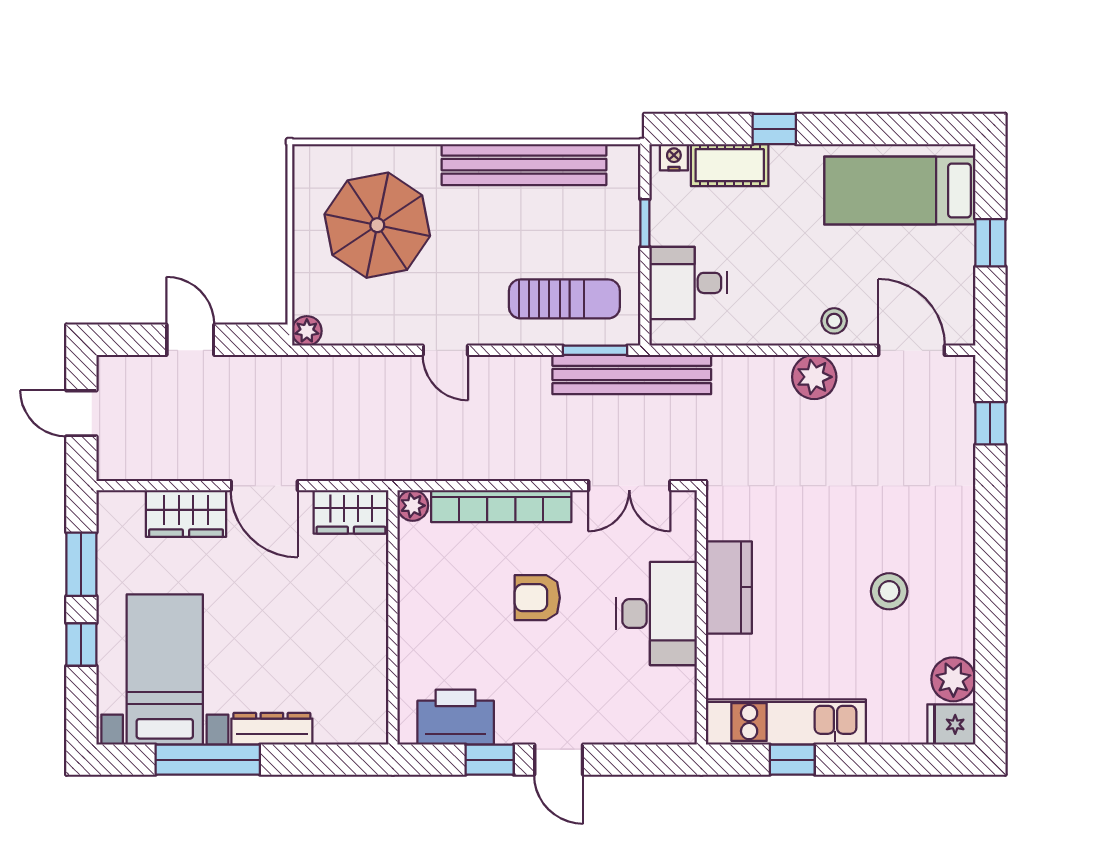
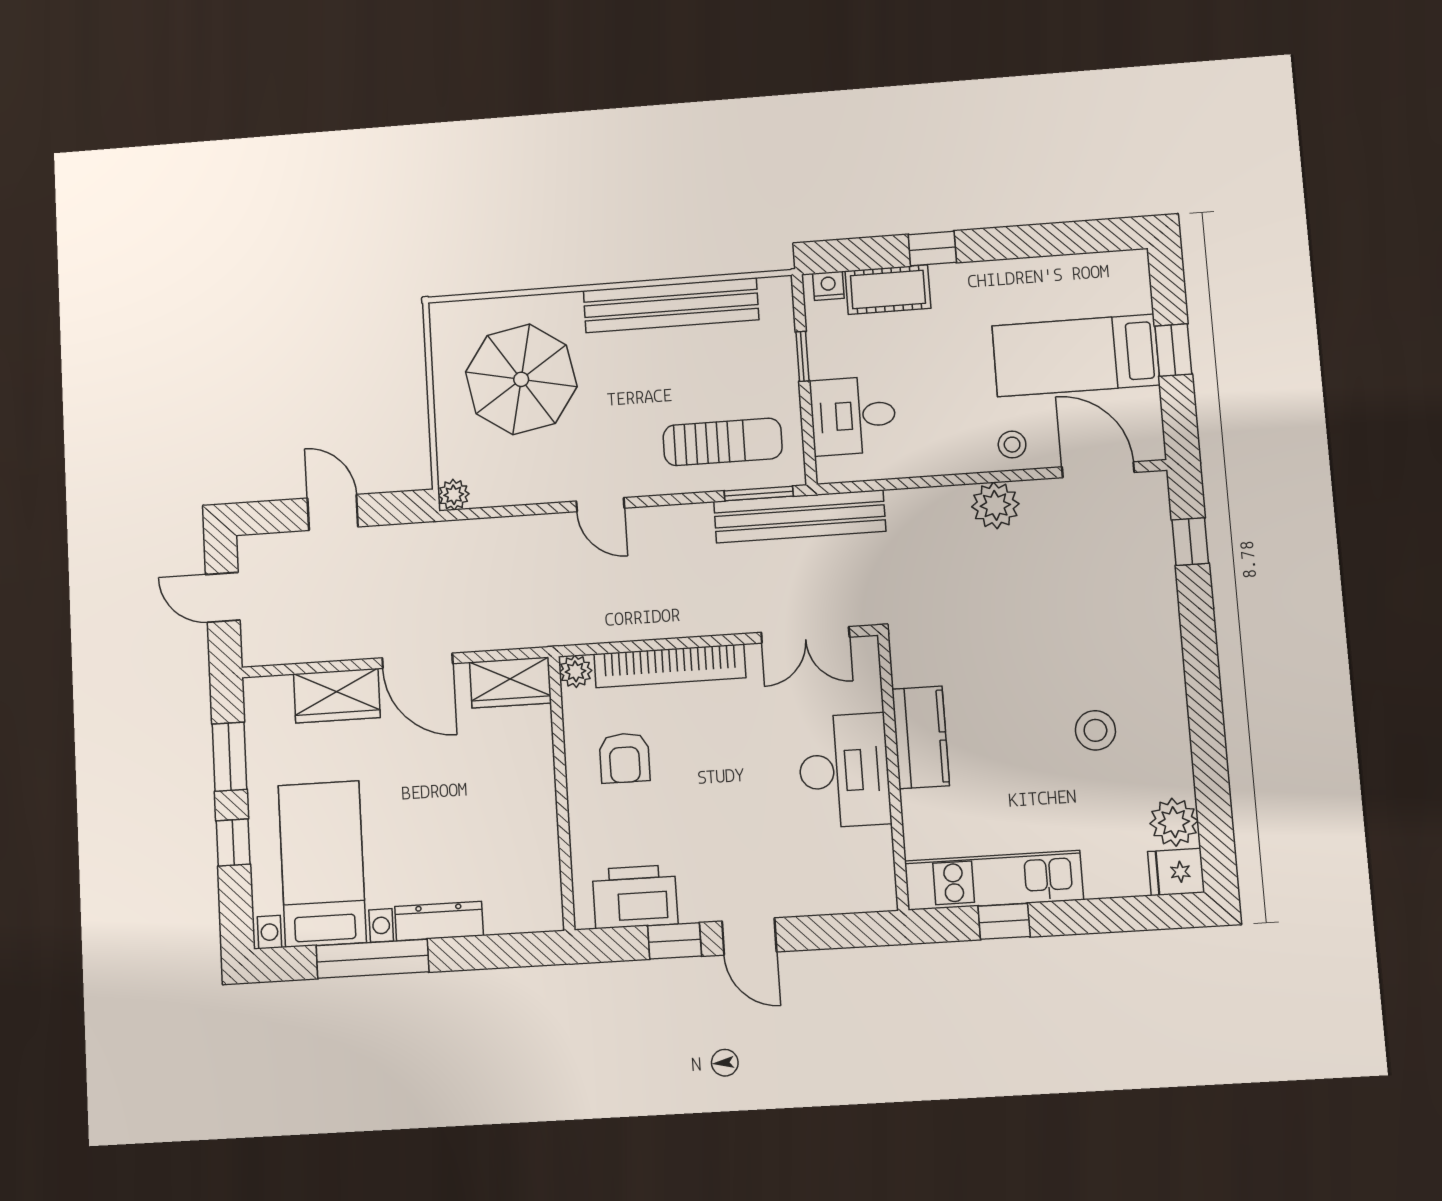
bed: (900, 190) -> (1076, 355), moved
armchair: (537, 598) -> (625, 758), moved, turned -90

